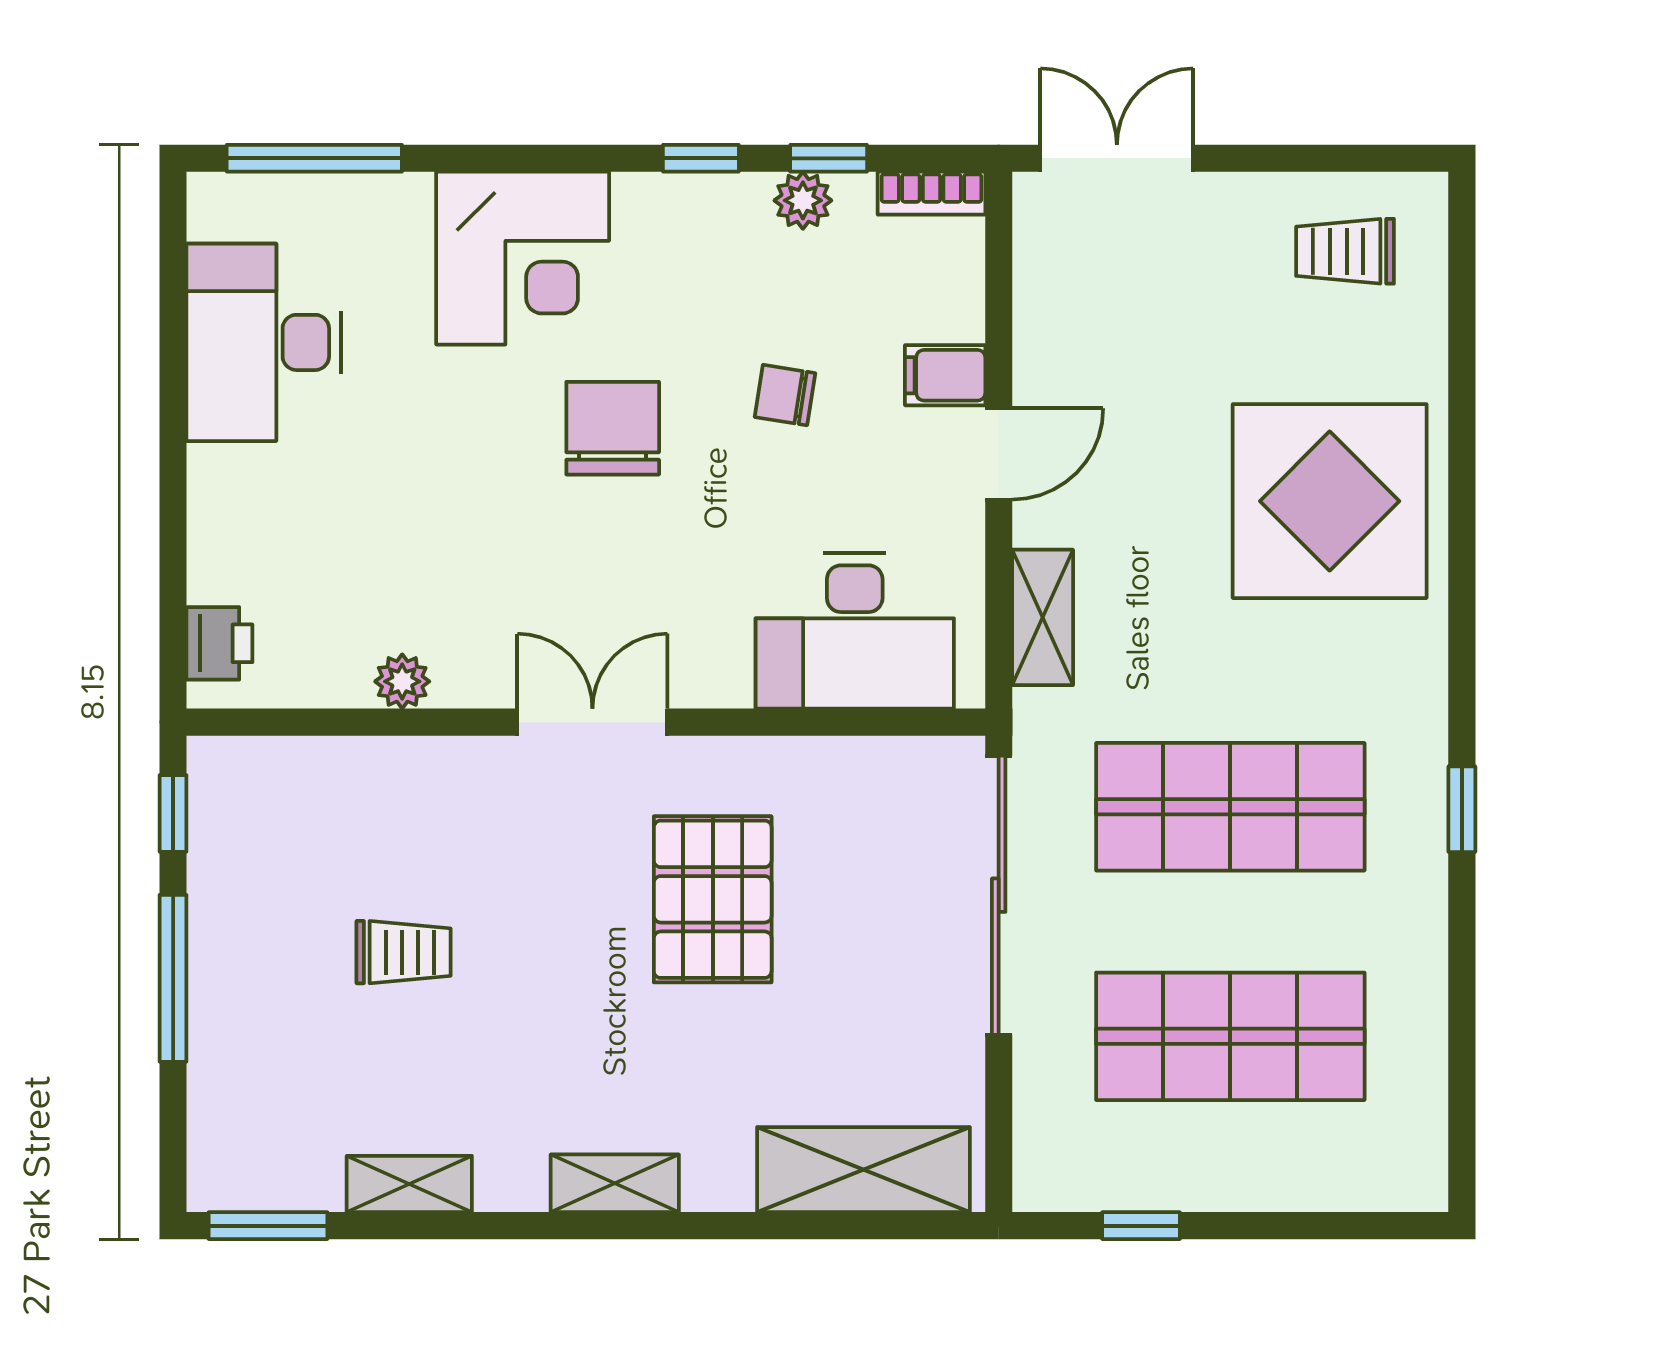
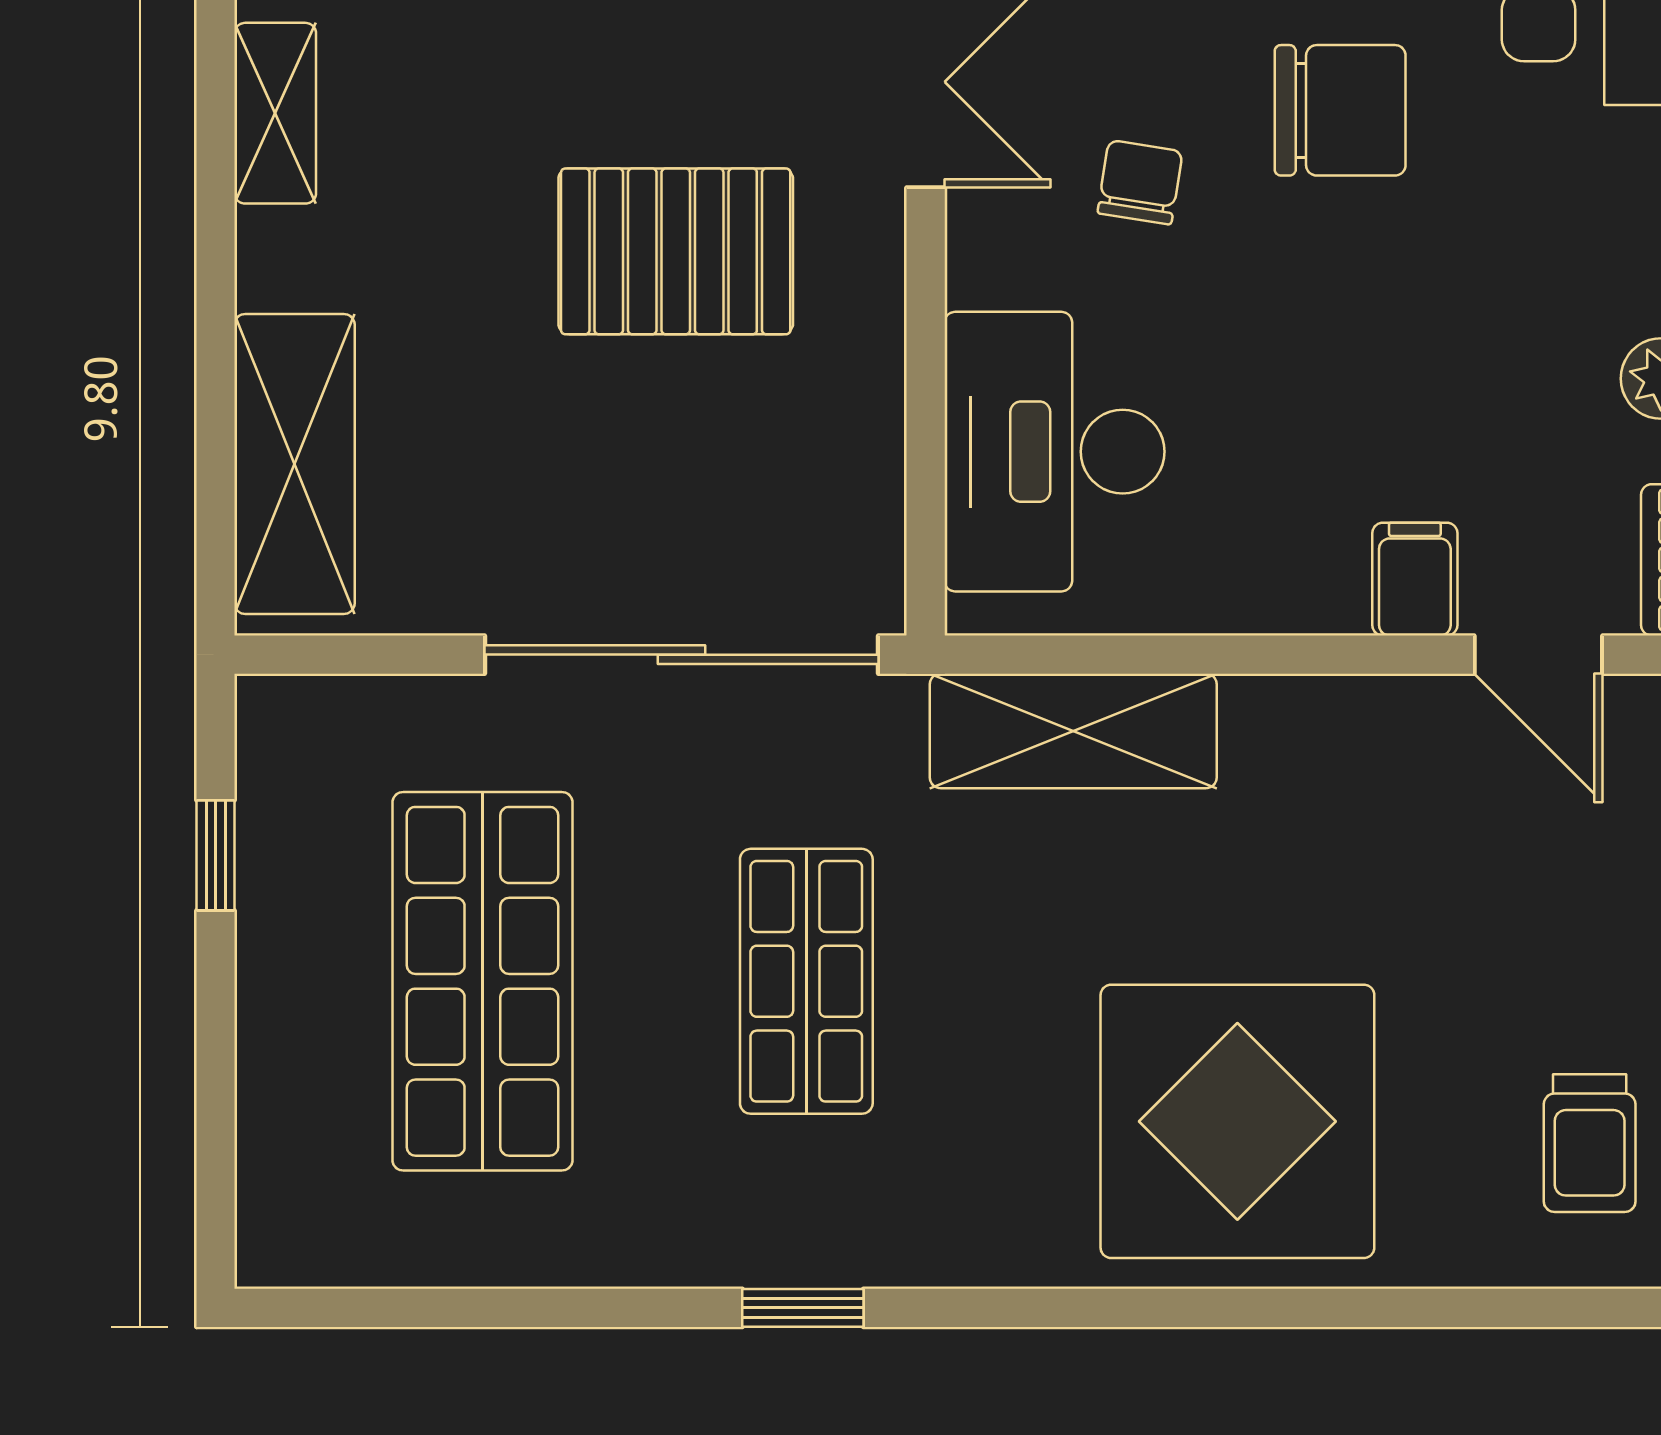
trolley: (1345, 251) -> (1590, 1143), turned 180
chair: (785, 395) -> (1140, 182), moved
door: (999, 454) -> (1538, 655), moved
shelving: (1043, 617) -> (1073, 731), width x1.50, depth x1.33
shop shelf: (1230, 807) -> (806, 981), width x0.70, depth x0.74

